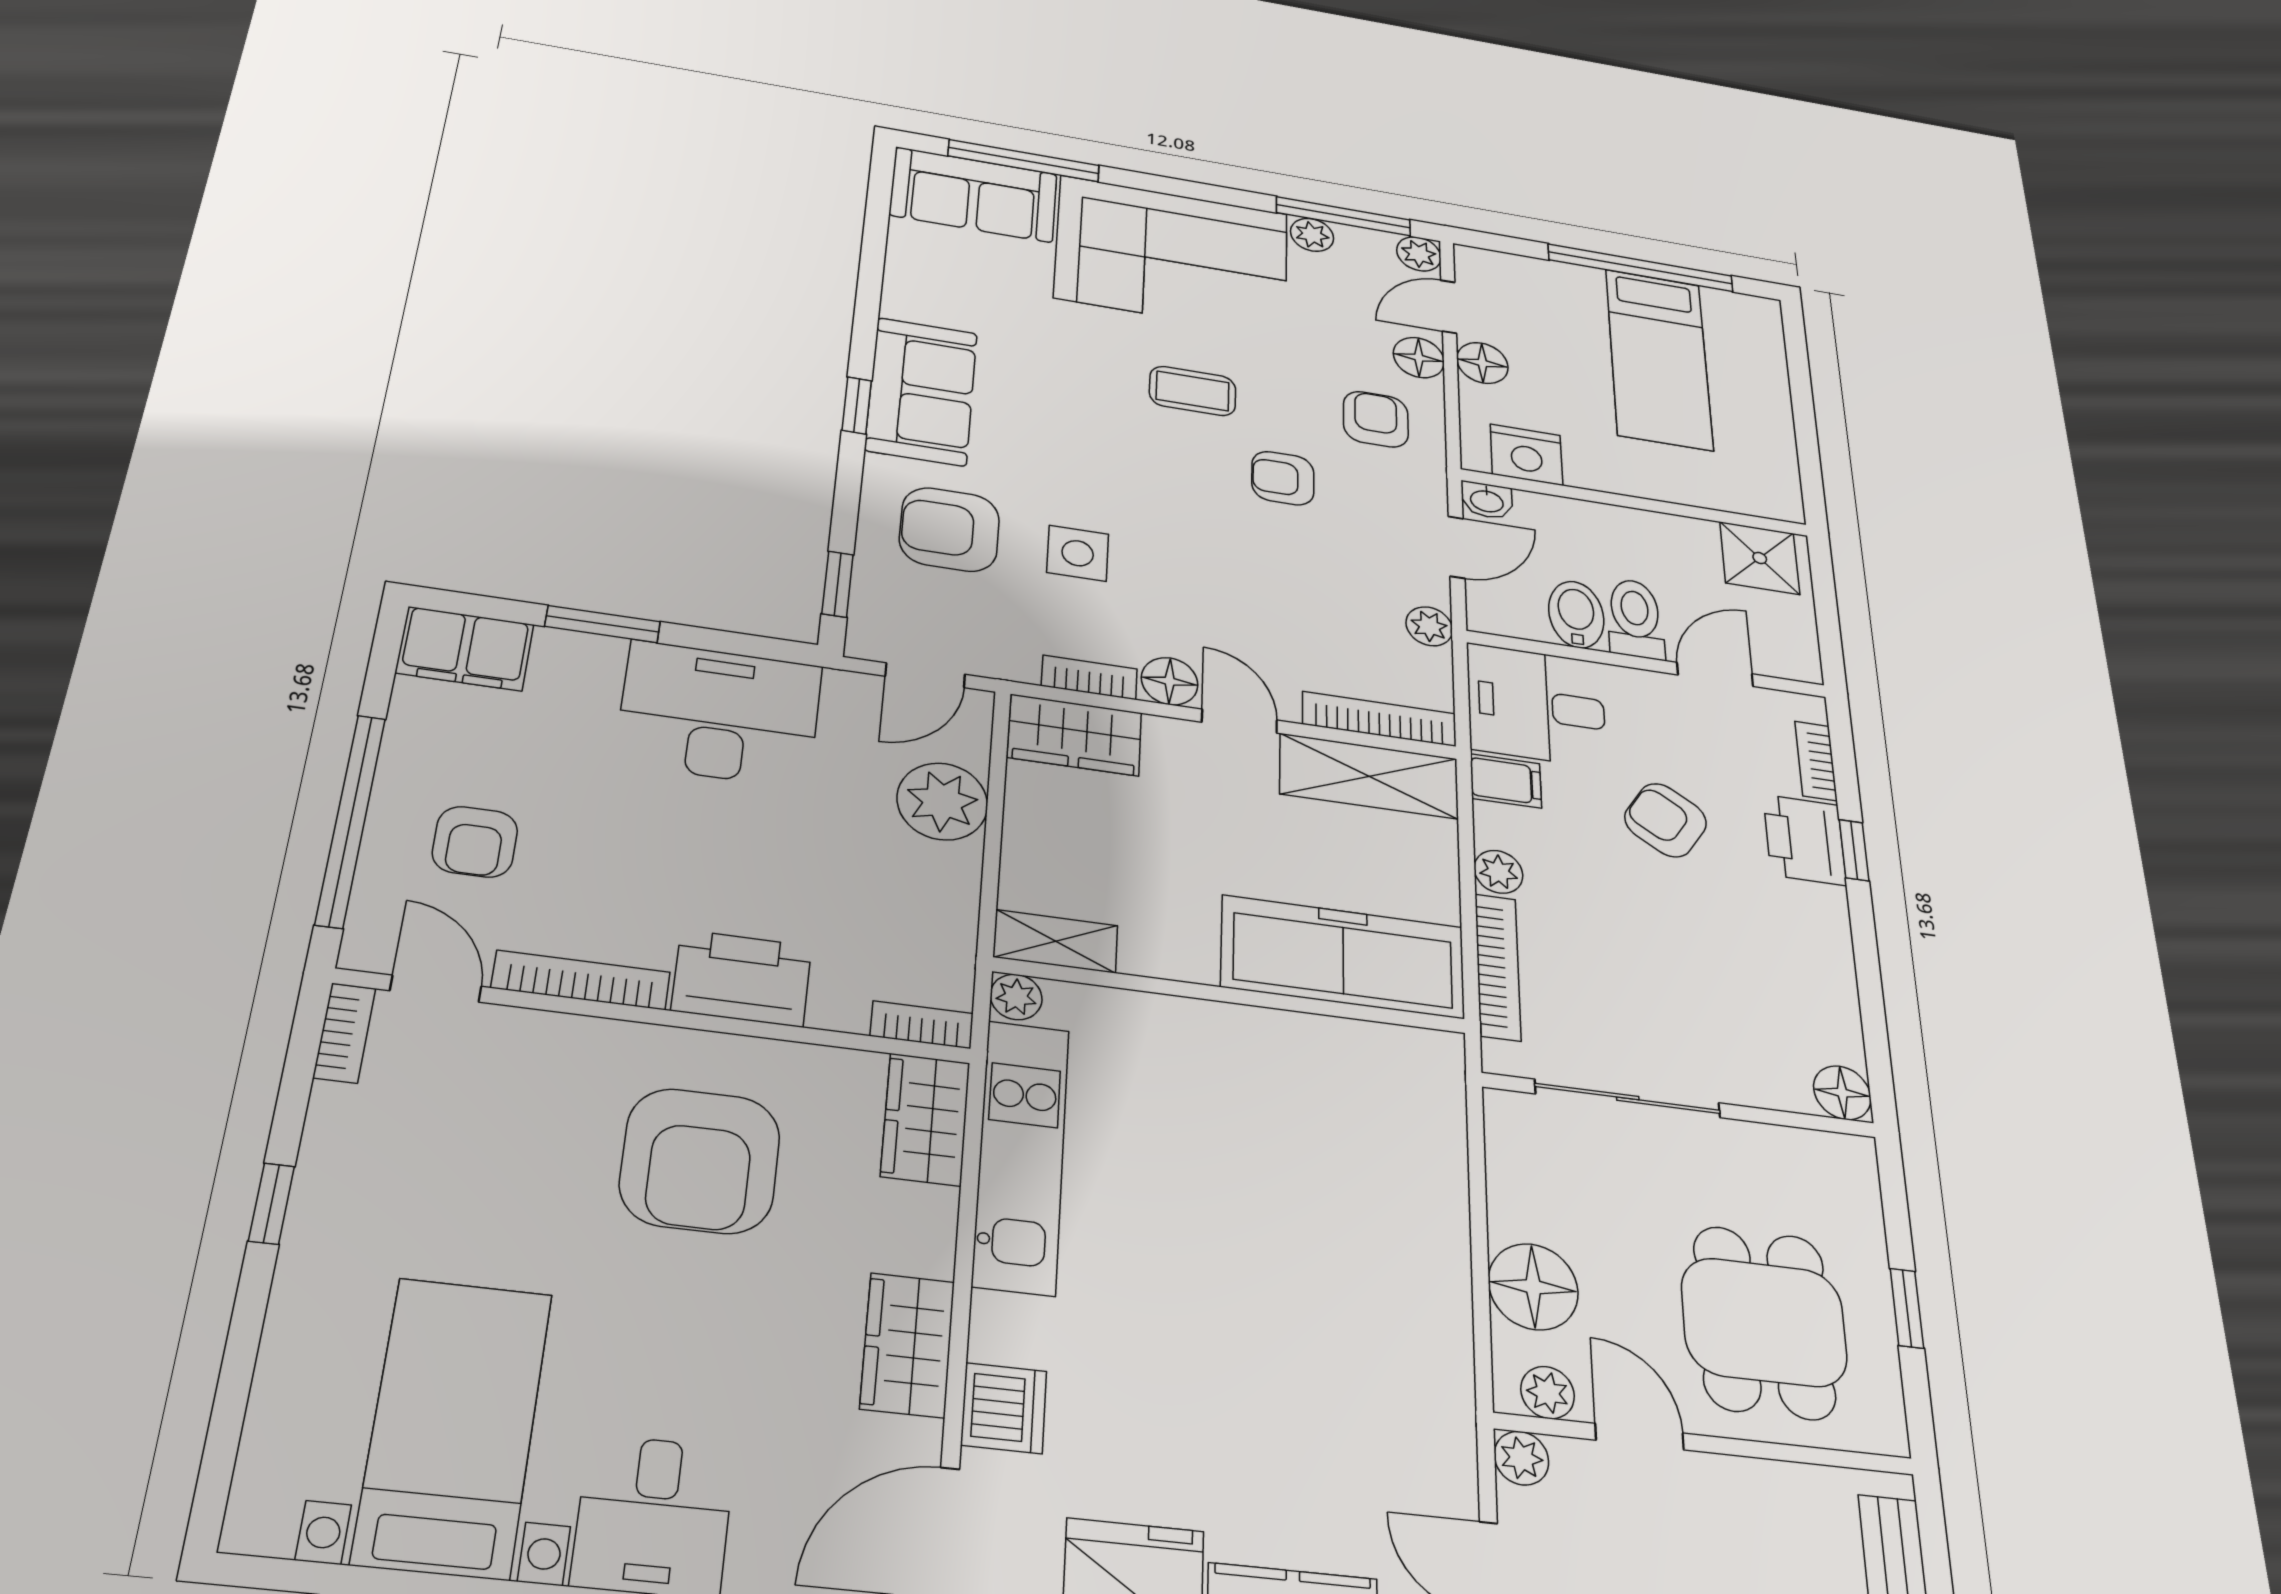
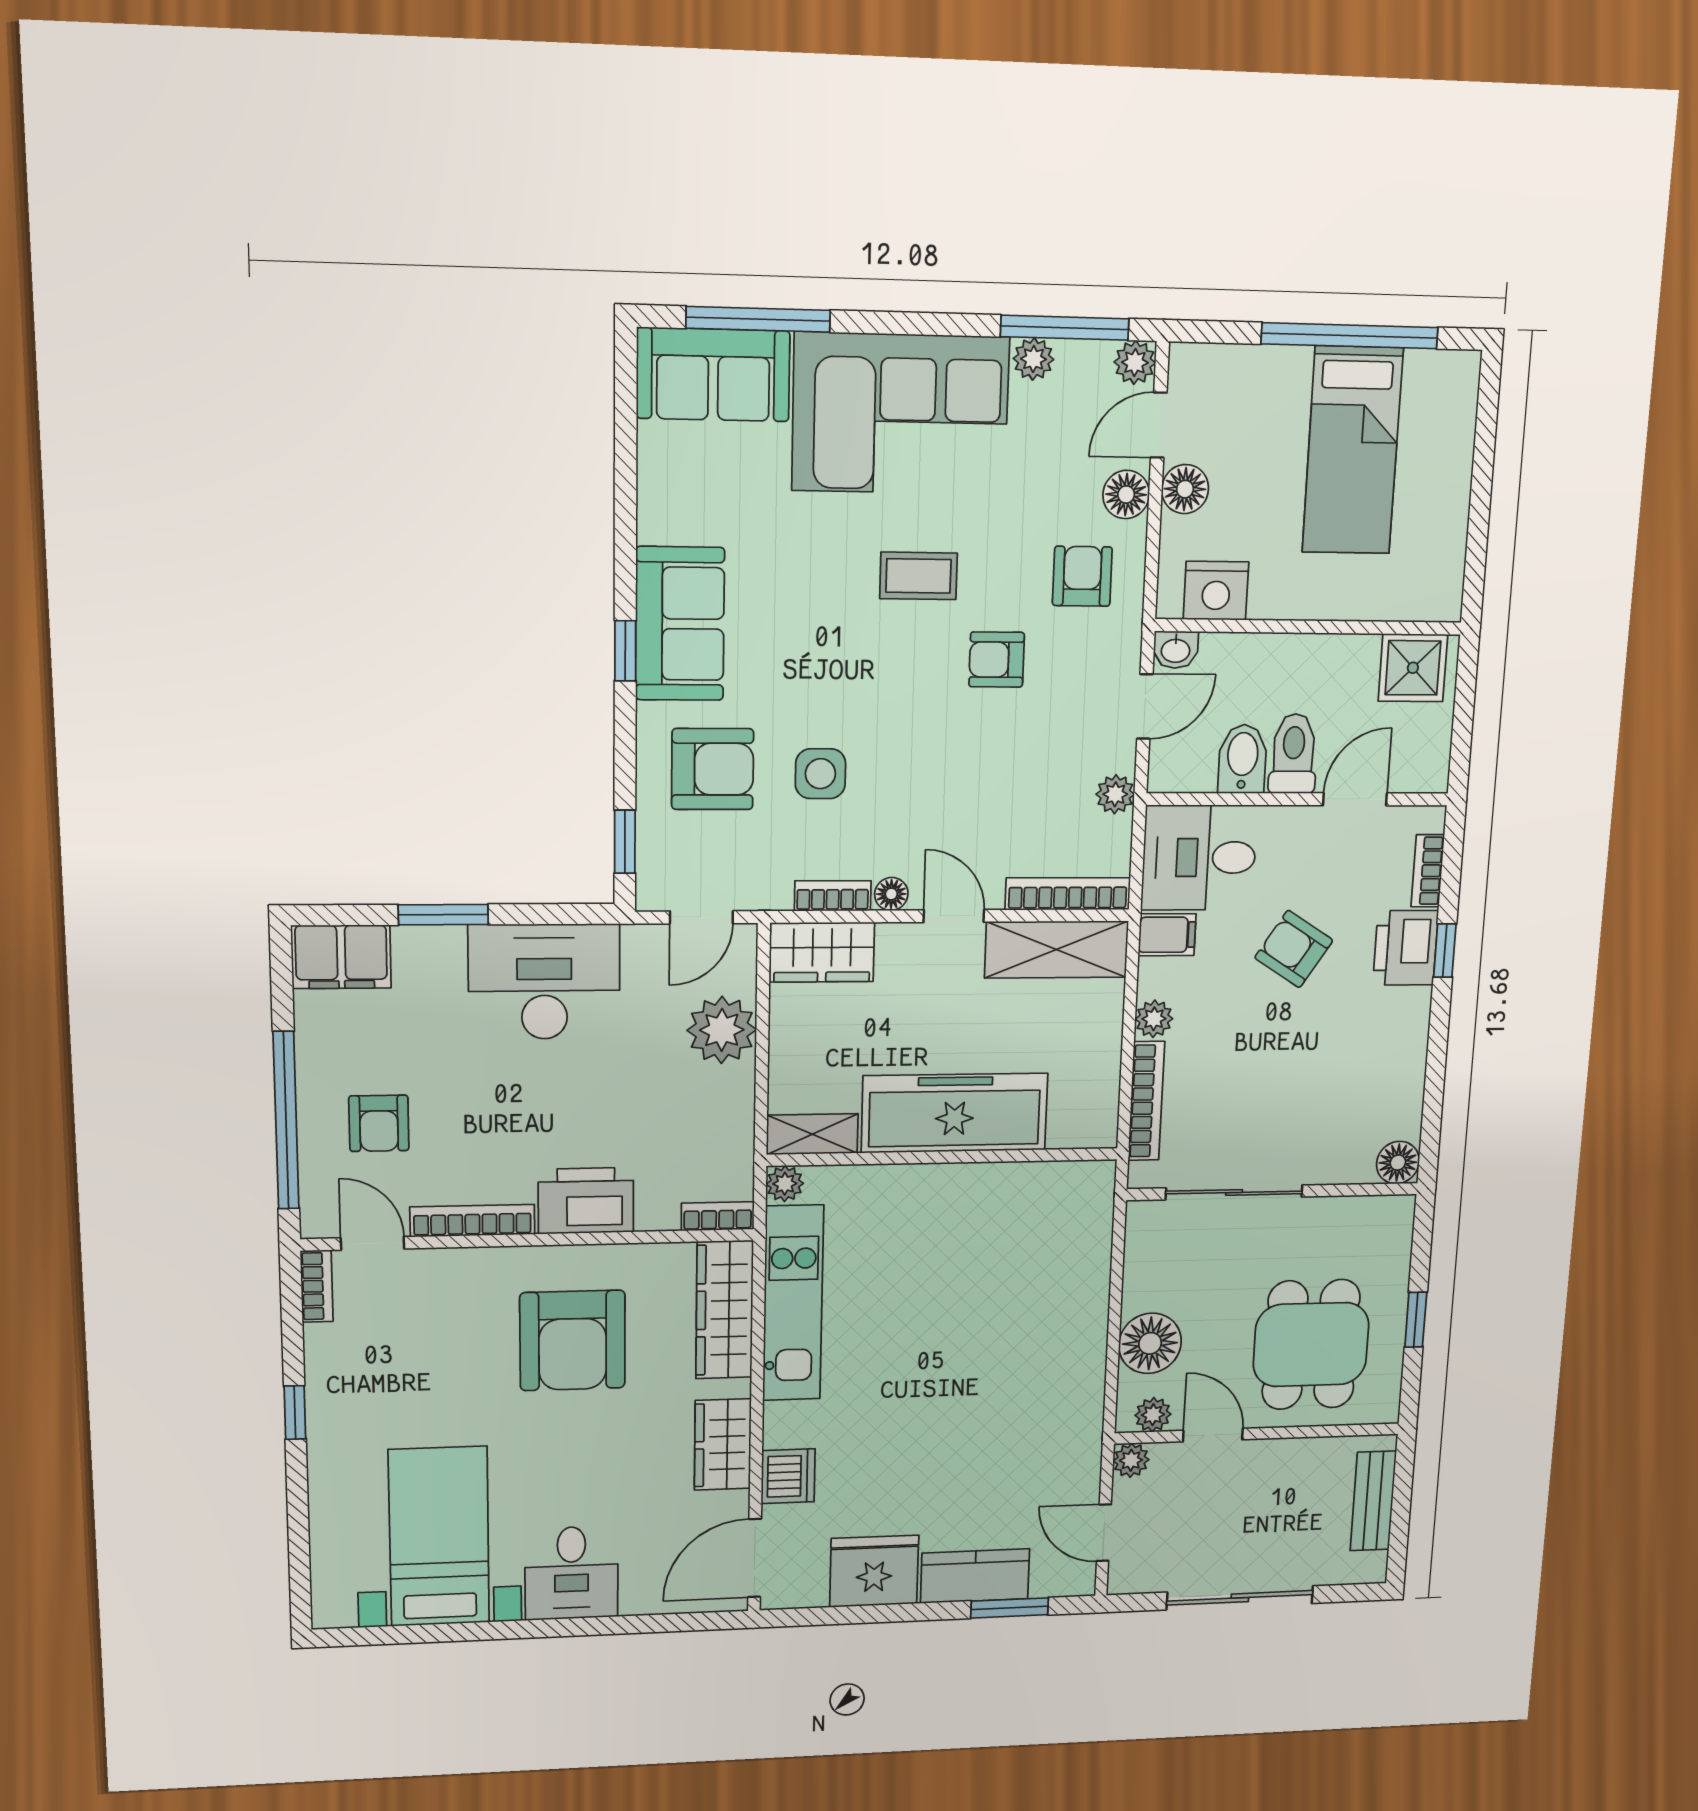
armchair: (949, 529) -> (713, 769), turned 180
floor lamp: (1170, 681) -> (891, 894), width x0.73, depth x0.73
freezer: (1343, 957) -> (955, 1113), moved
wardrobe: (925, 1119) -> (725, 1310), width x1.50

